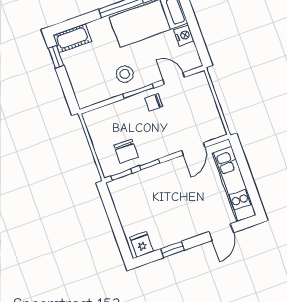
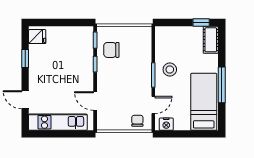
nightstand: (184, 35) -> (166, 124), moved
chair: (154, 102) -> (137, 121), moved

